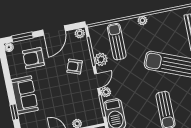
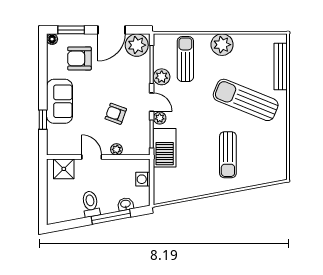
plant: (142, 20) -> (222, 45), width x1.87, depth x1.87
plant: (80, 33) -> (137, 45), width x1.88, depth x1.88
armchair: (75, 67) -> (116, 114), moved
door: (97, 81) -> (152, 102), hinge flipped

